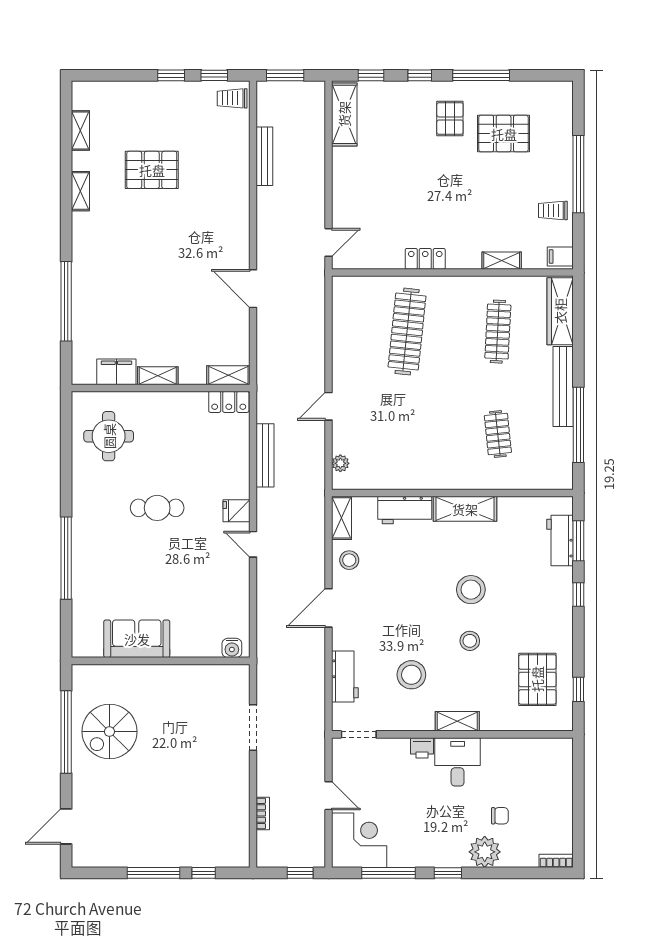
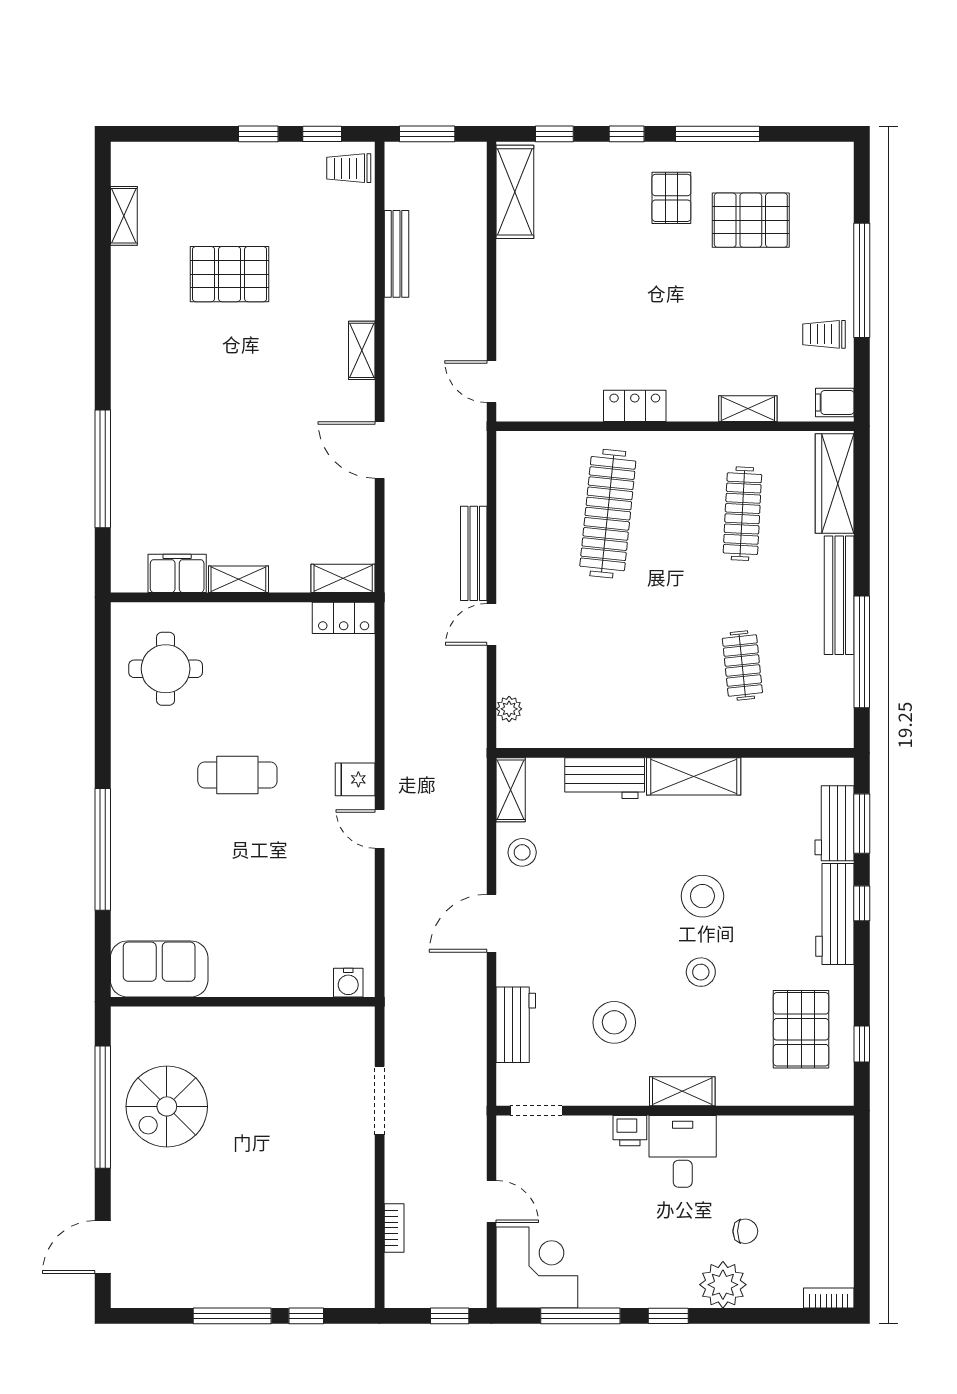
shelving: (80, 191) -> (362, 350), moved
door: (329, 242) -> (492, 382), swing flipped
bench: (265, 455) -> (474, 553), moved
workbench: (560, 602) -> (835, 914), added
sofa: (137, 639) -> (159, 969), moved

